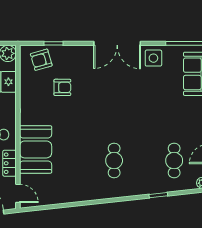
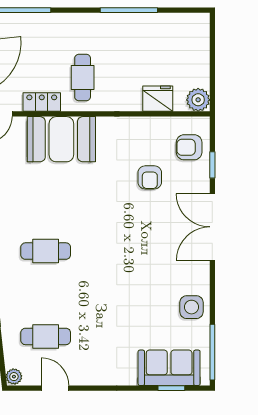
double door: (117, 43) -> (212, 227), moved
armchair: (41, 60) -> (189, 147), turned -74

